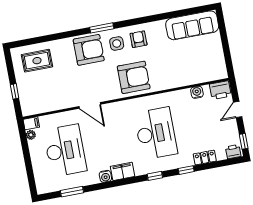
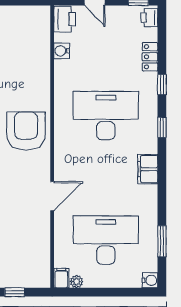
water cooler: (105, 176) -> (150, 280), moved

